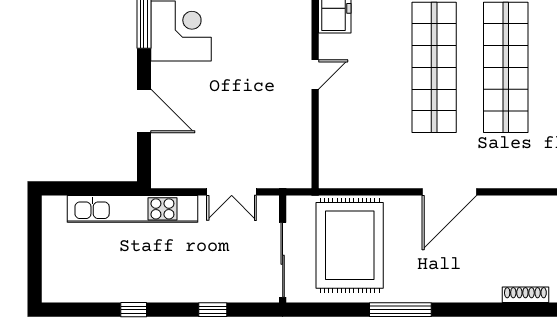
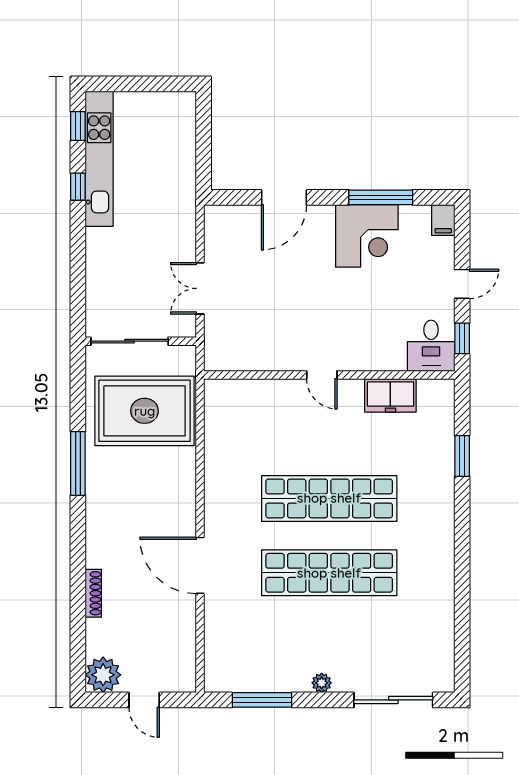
door: (449, 192) -> (200, 565), moved
kitchen unit: (132, 209) -> (99, 159), moved, turned 180
window: (213, 310) -> (78, 126), moved

